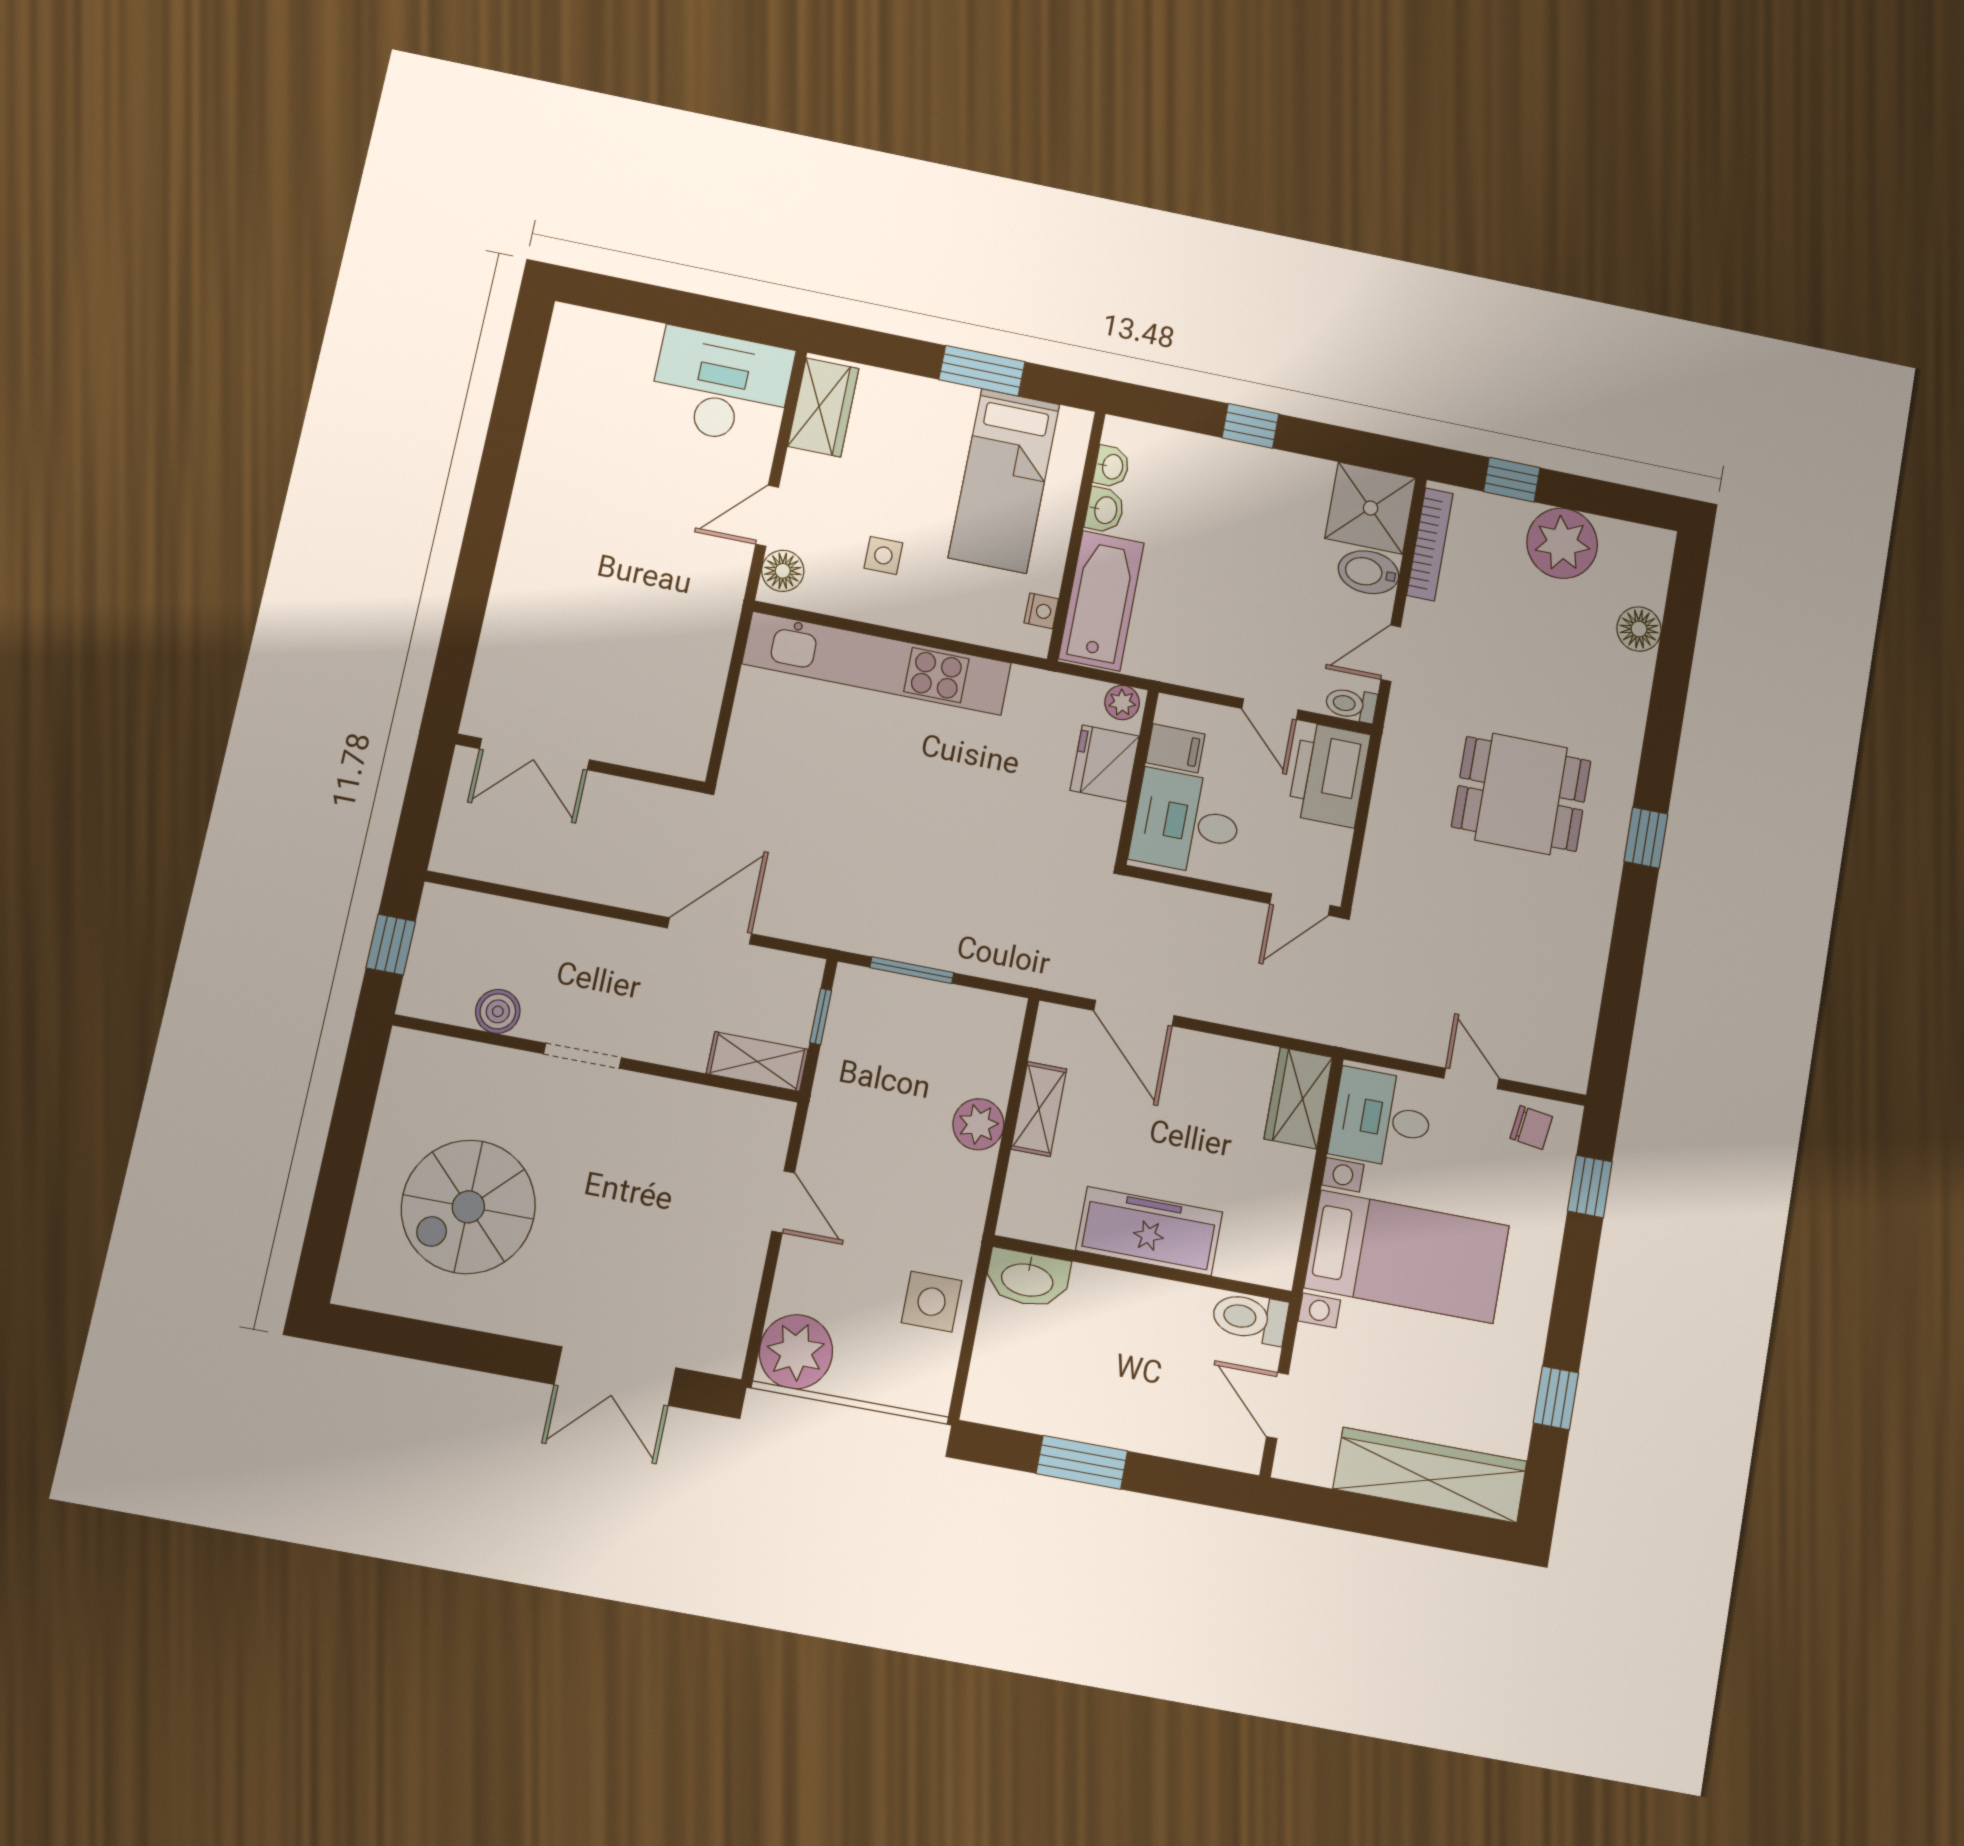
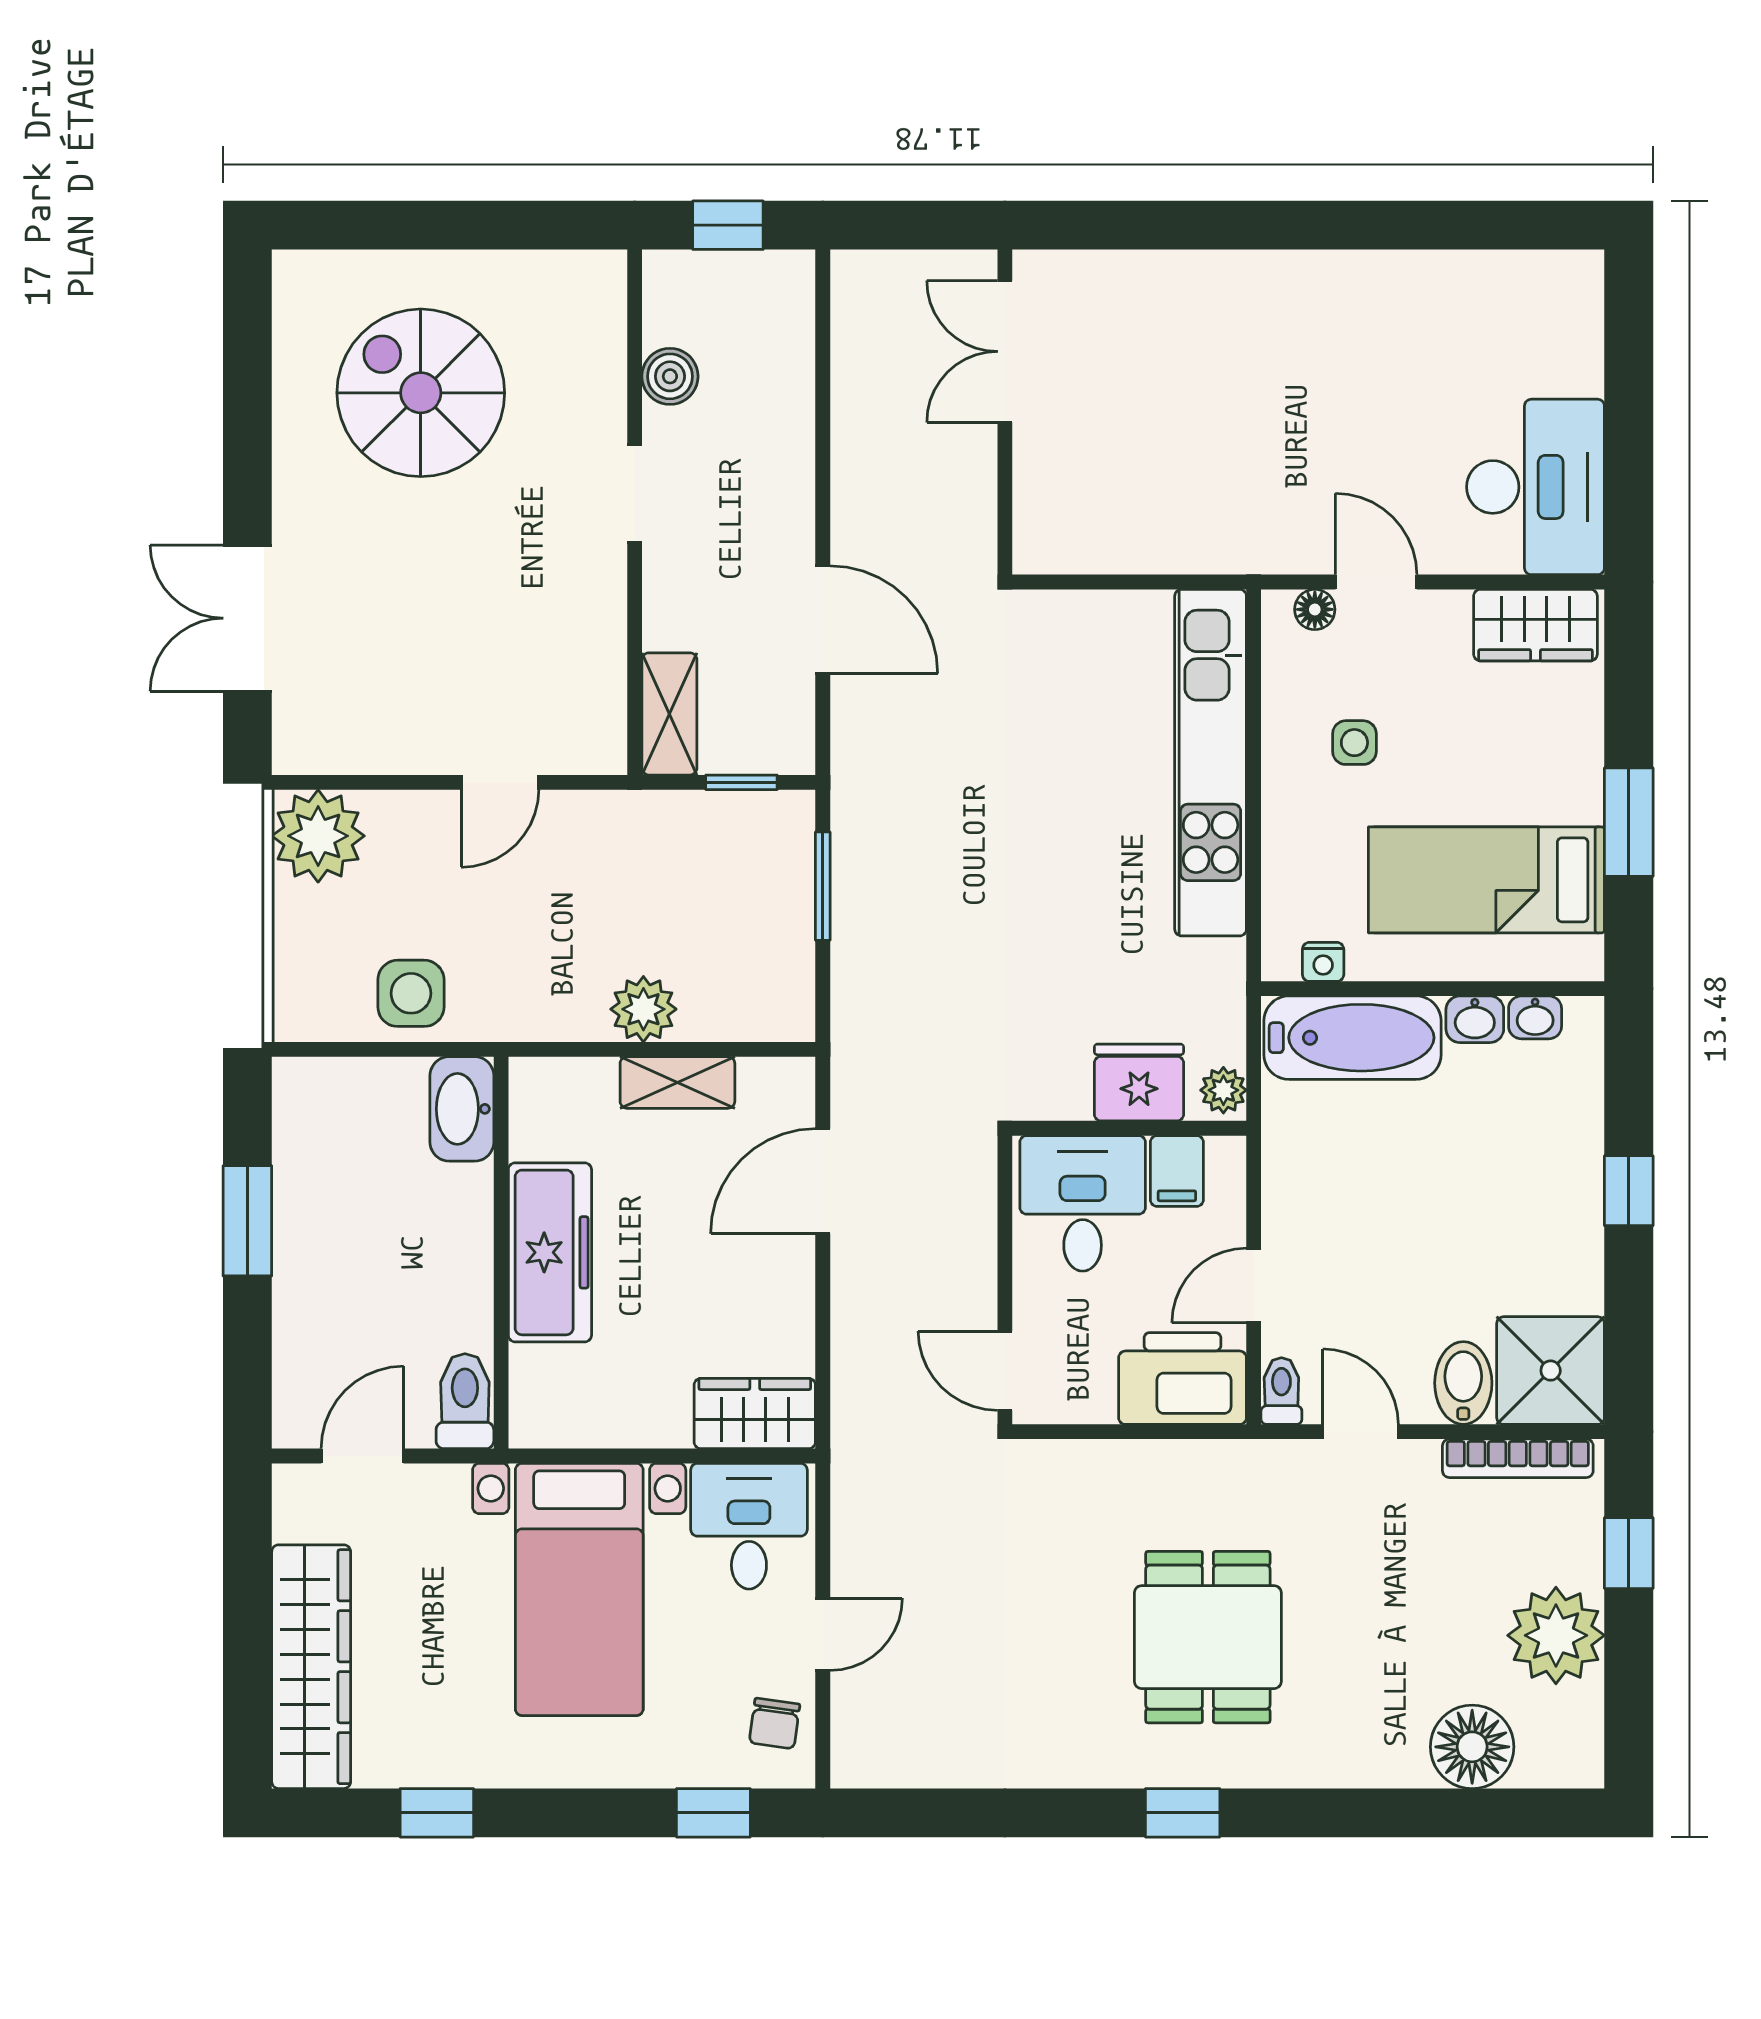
floor lamp: (783, 571) -> (1315, 609), width x0.73, depth x0.73
floor lamp: (1639, 629) -> (1472, 1747), width x1.38, depth x1.38

